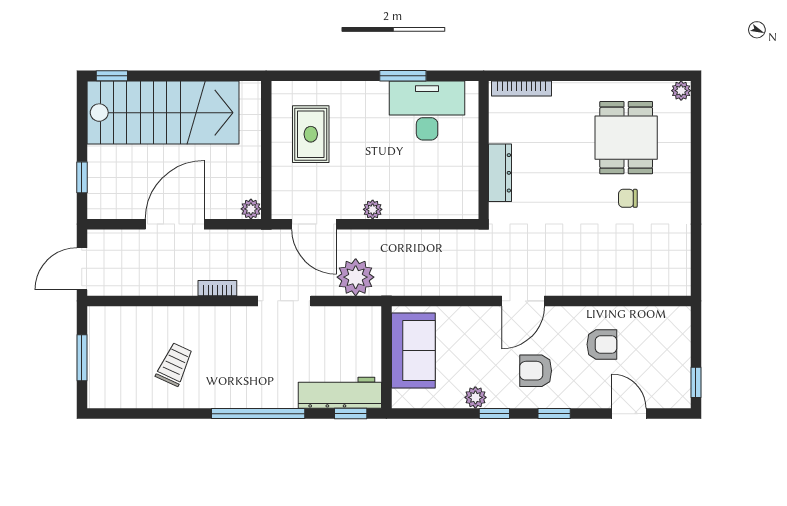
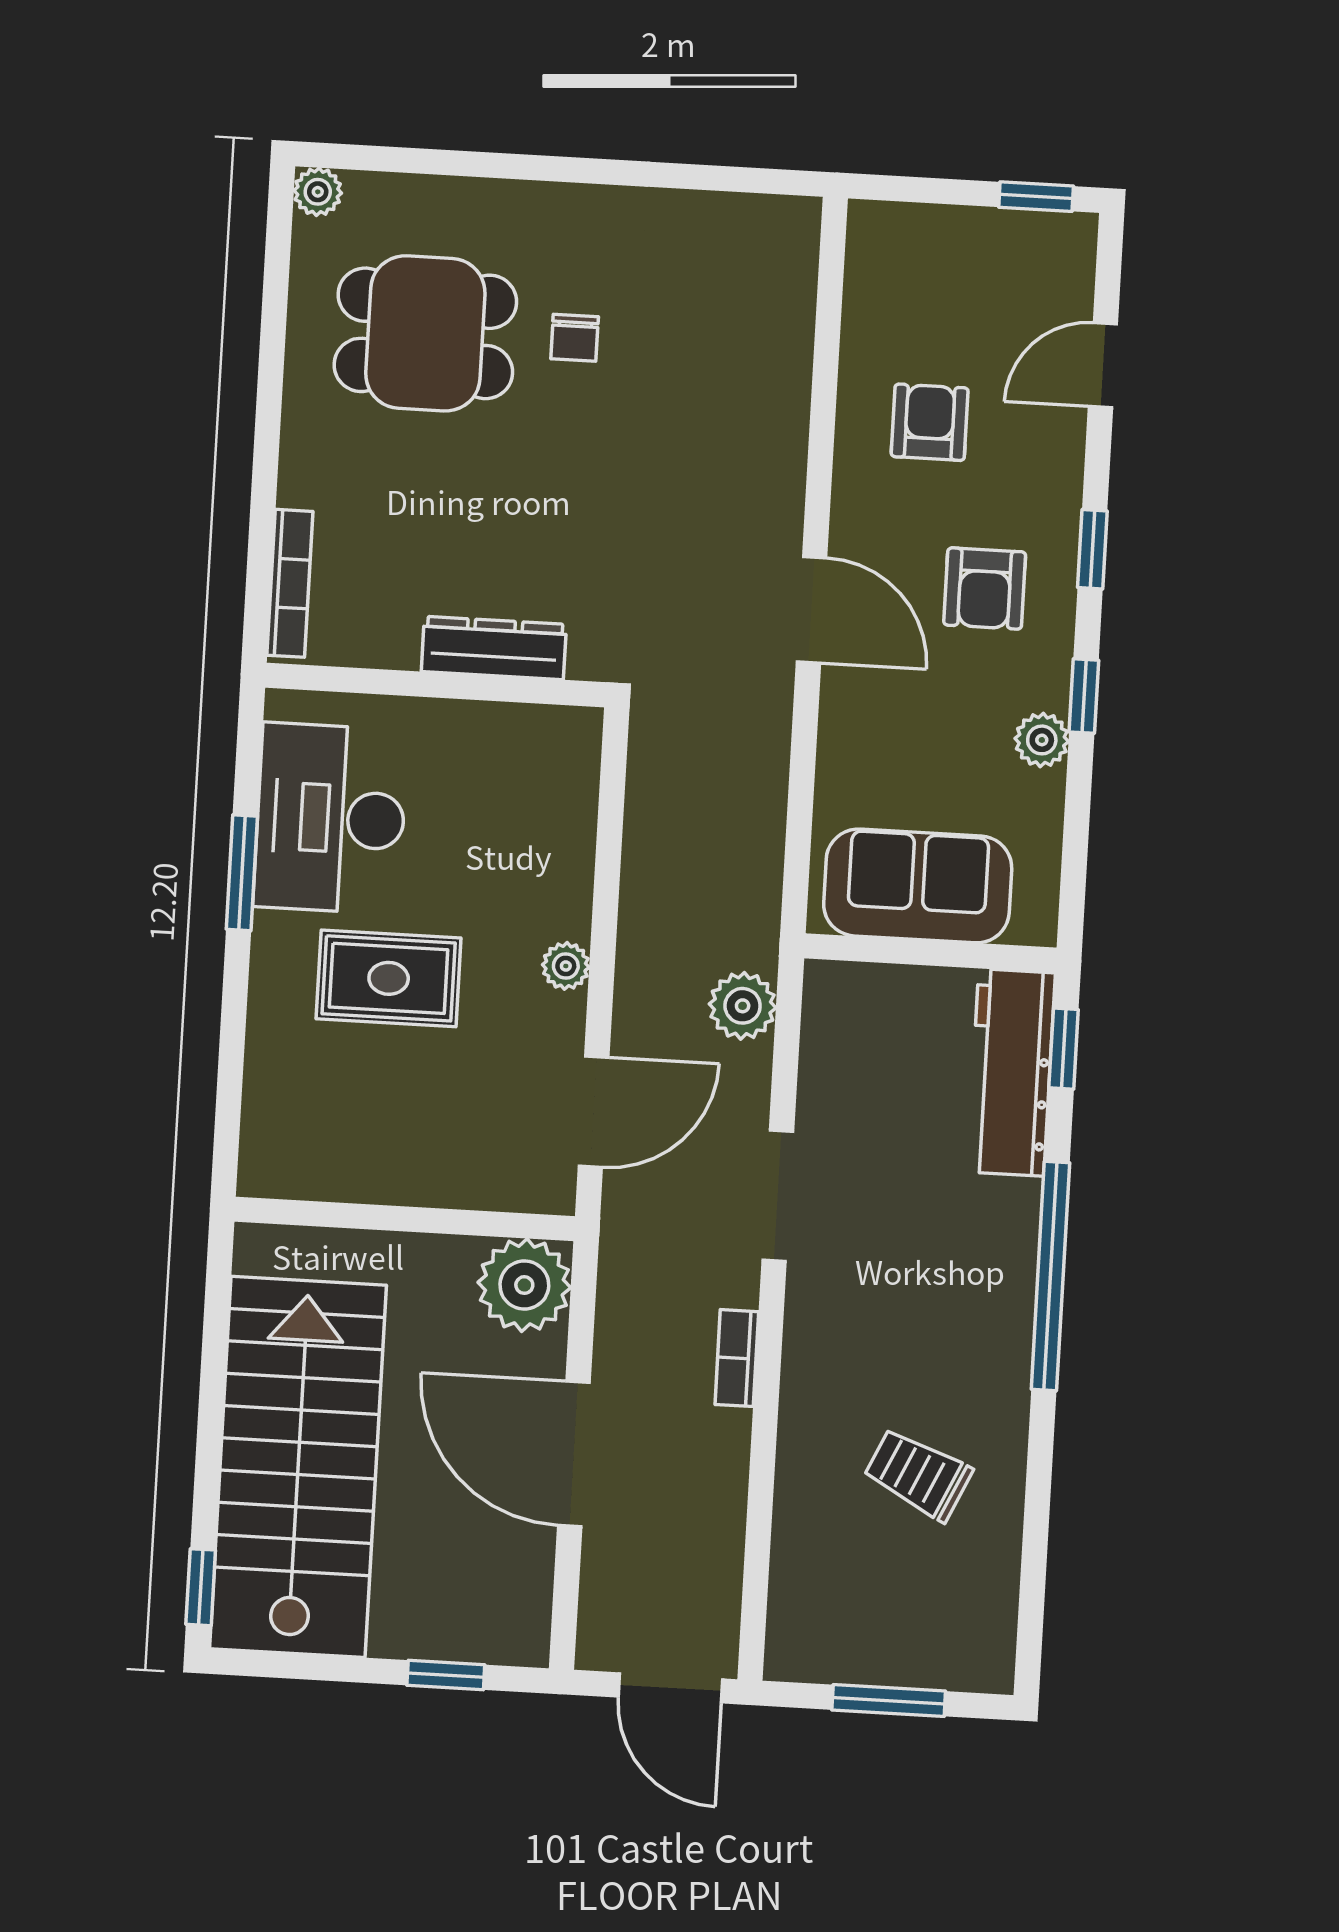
rug: (311, 134) -> (389, 978), moved
plant: (251, 209) -> (524, 1285), width x1.87, depth x1.87
plant: (356, 277) -> (743, 1006), width x0.73, depth x0.73

